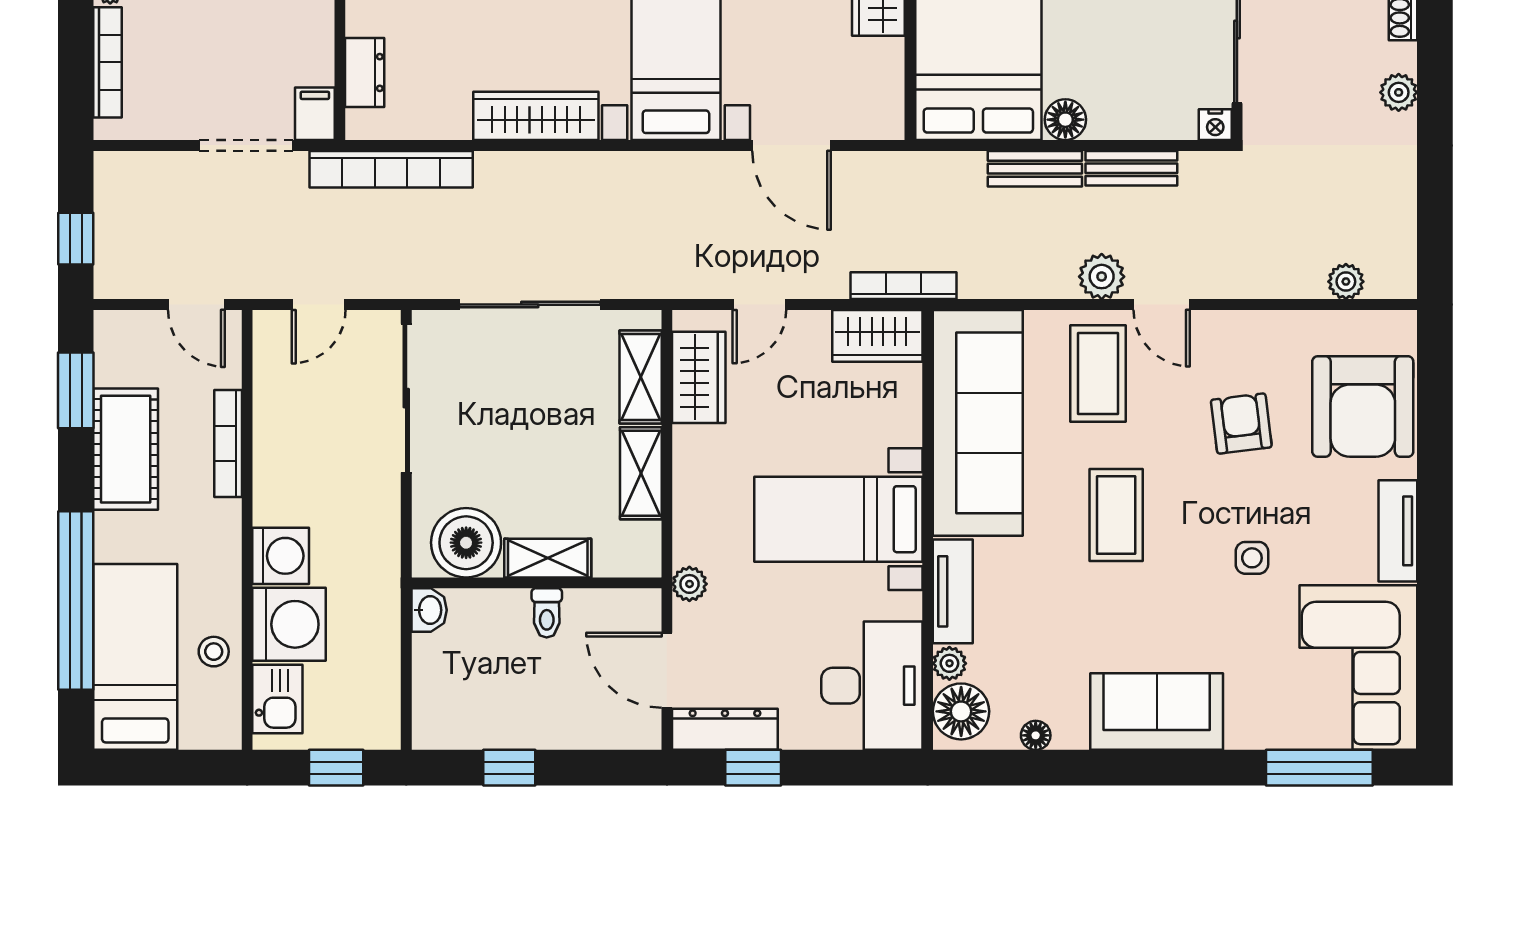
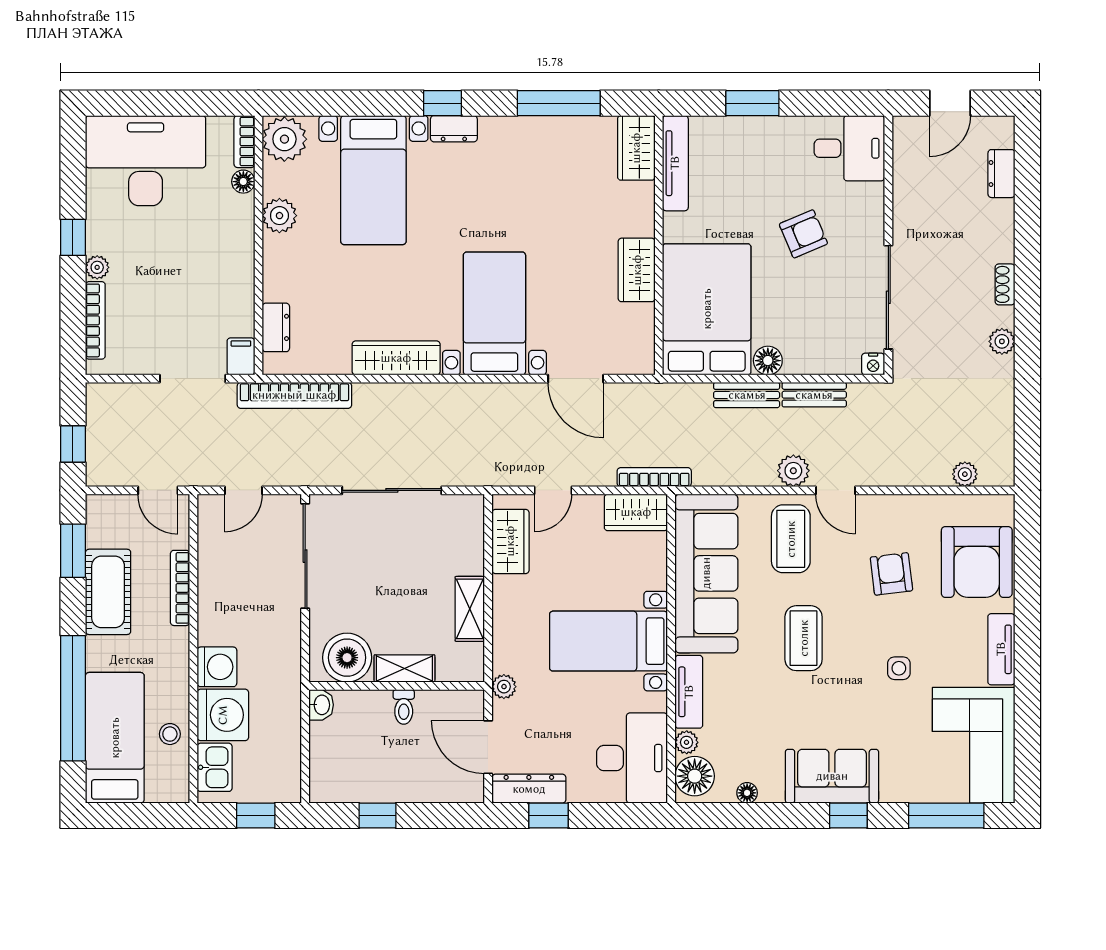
shelving: (641, 377) -> (470, 541), removed
window: (1180, 768) -> (848, 816), added

